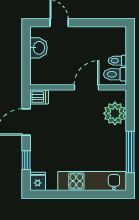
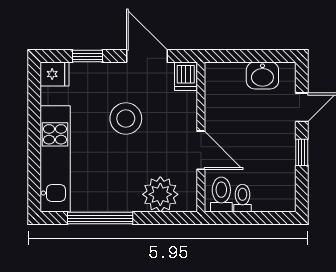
window: (88, 23) -> (302, 152), added
stool: (66, 136) -> (126, 119), added

